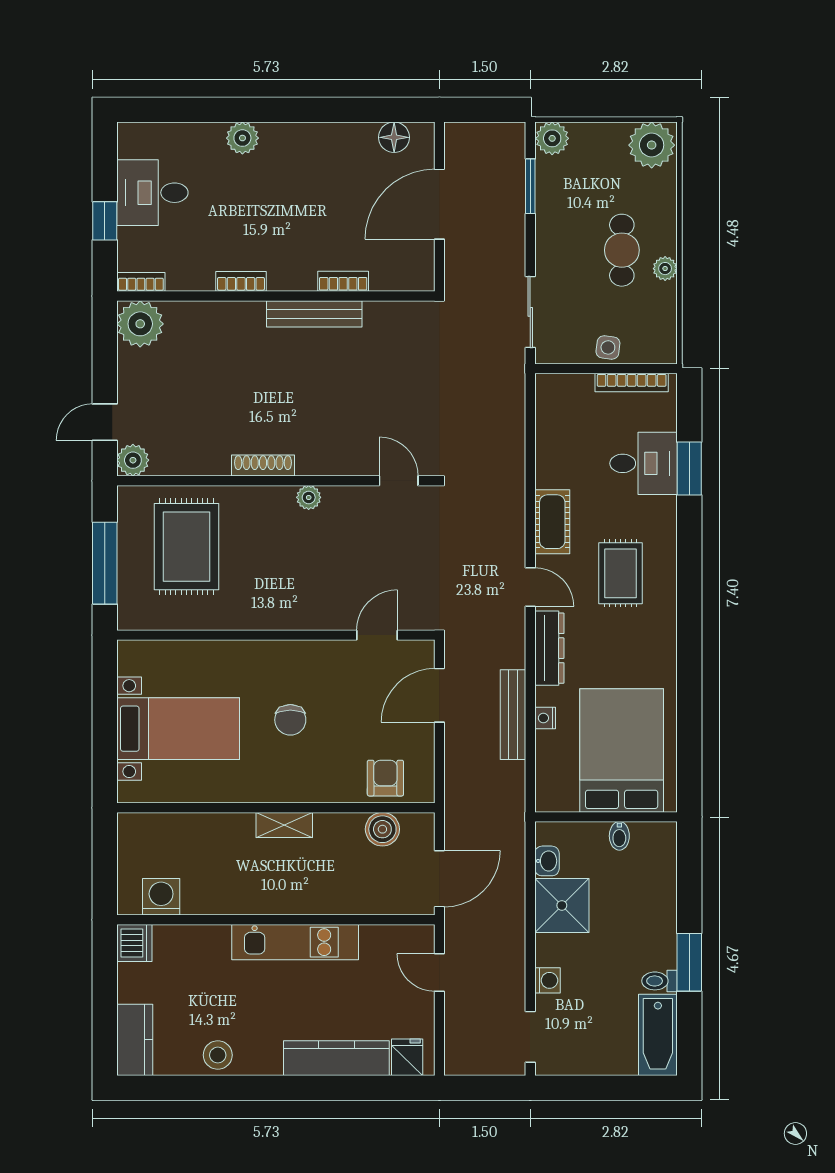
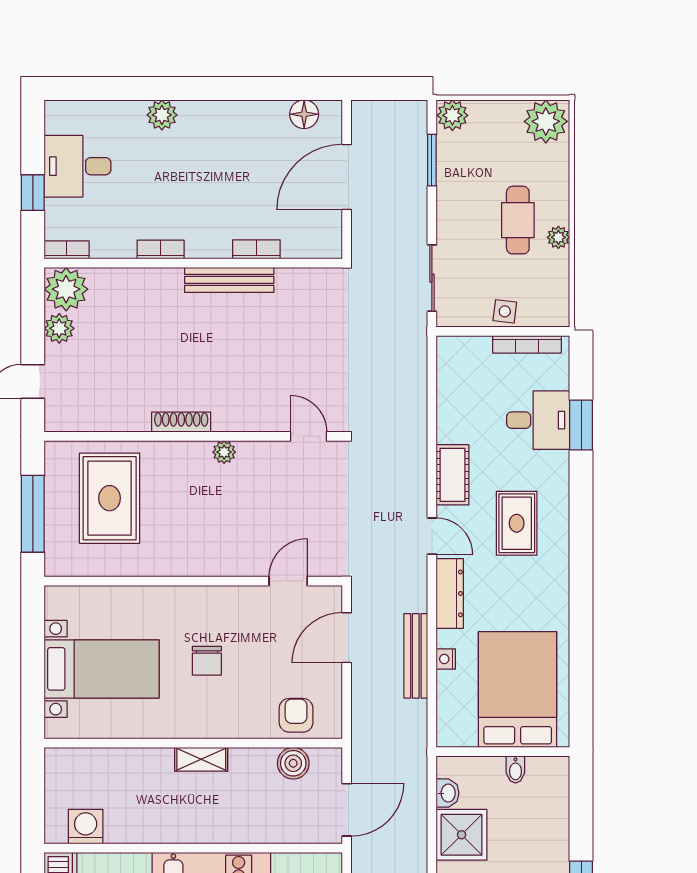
plant: (133, 460) -> (59, 328), moved

